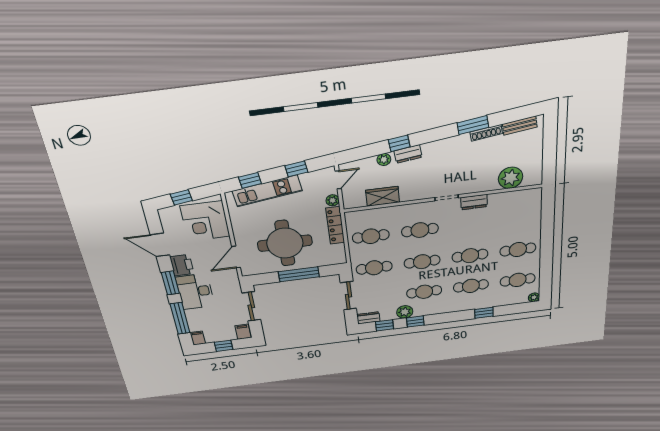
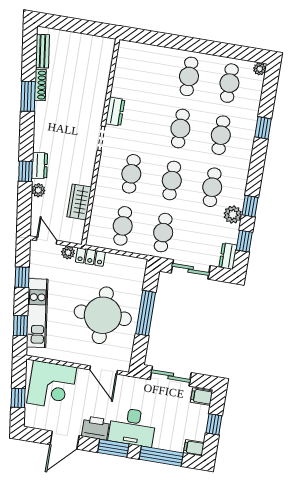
plant: (511, 178) -> (98, 70), removed
locker: (335, 225) -> (90, 257), width x0.66

